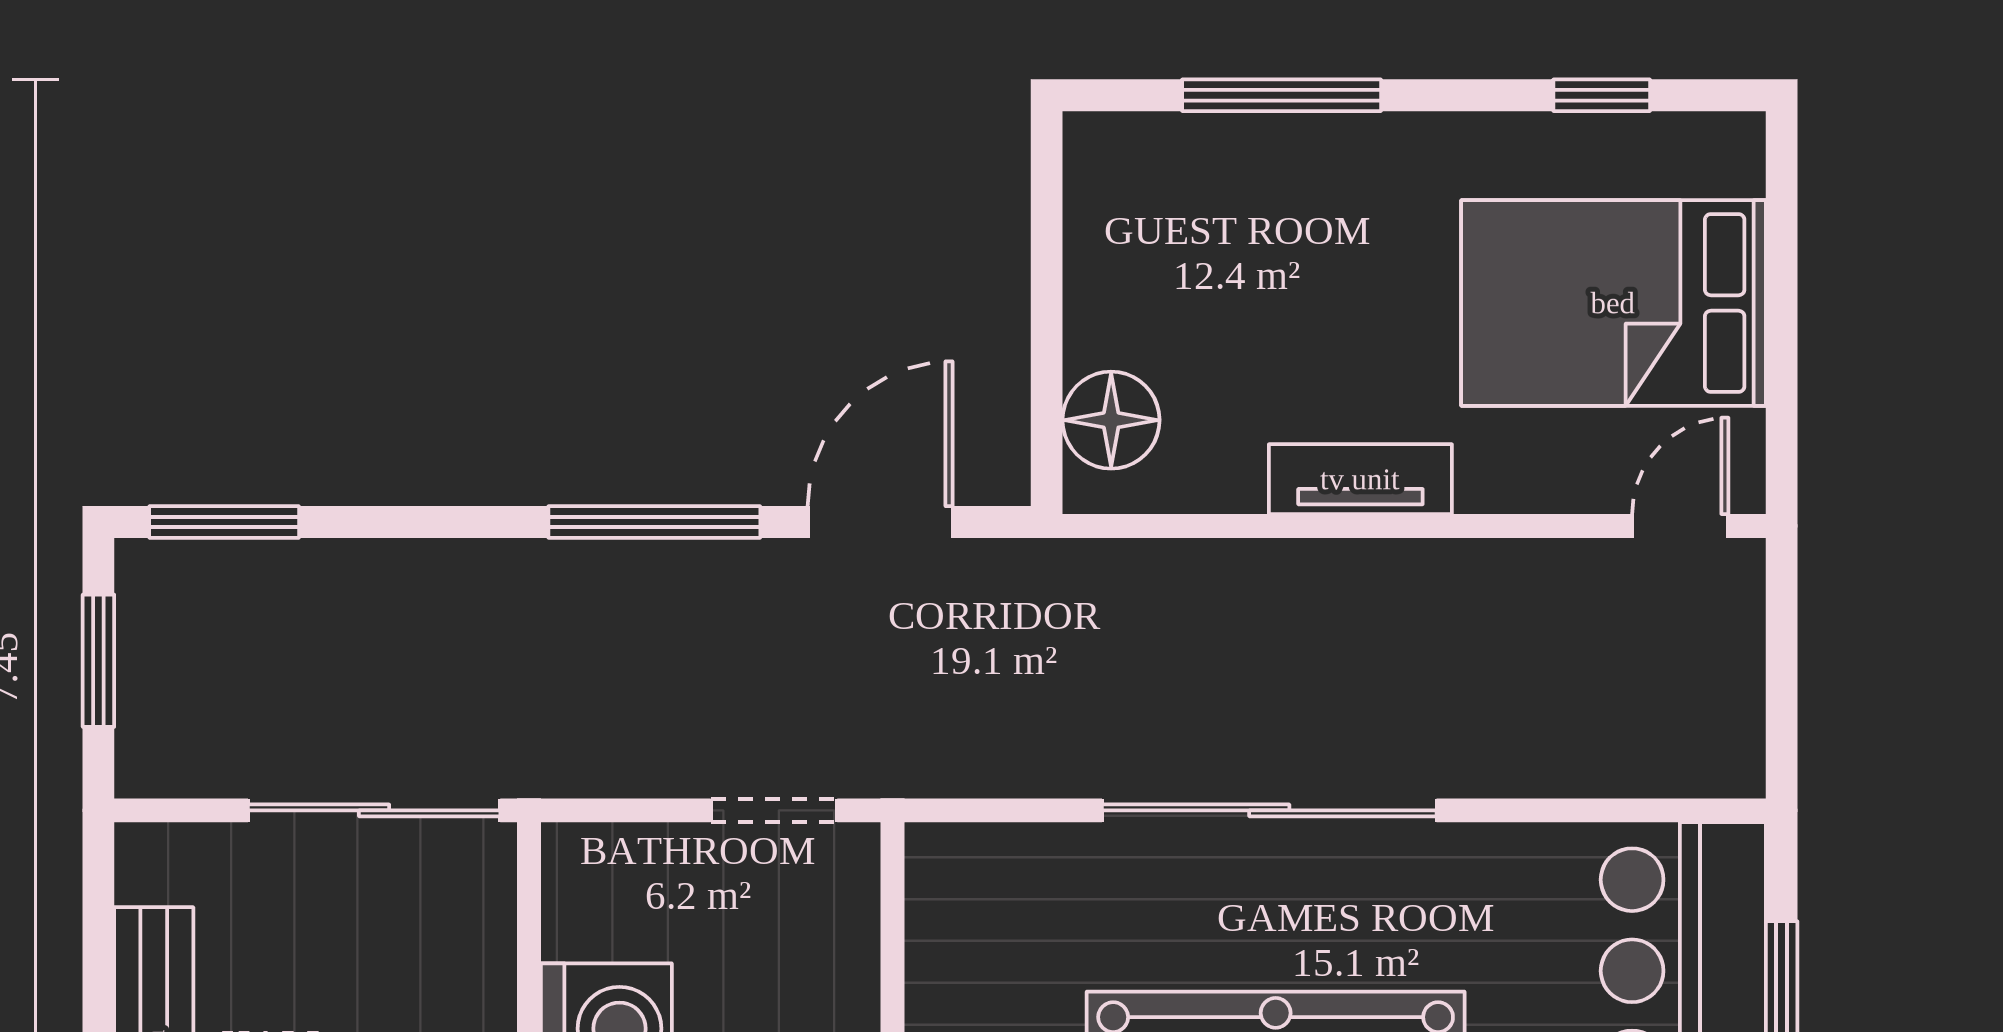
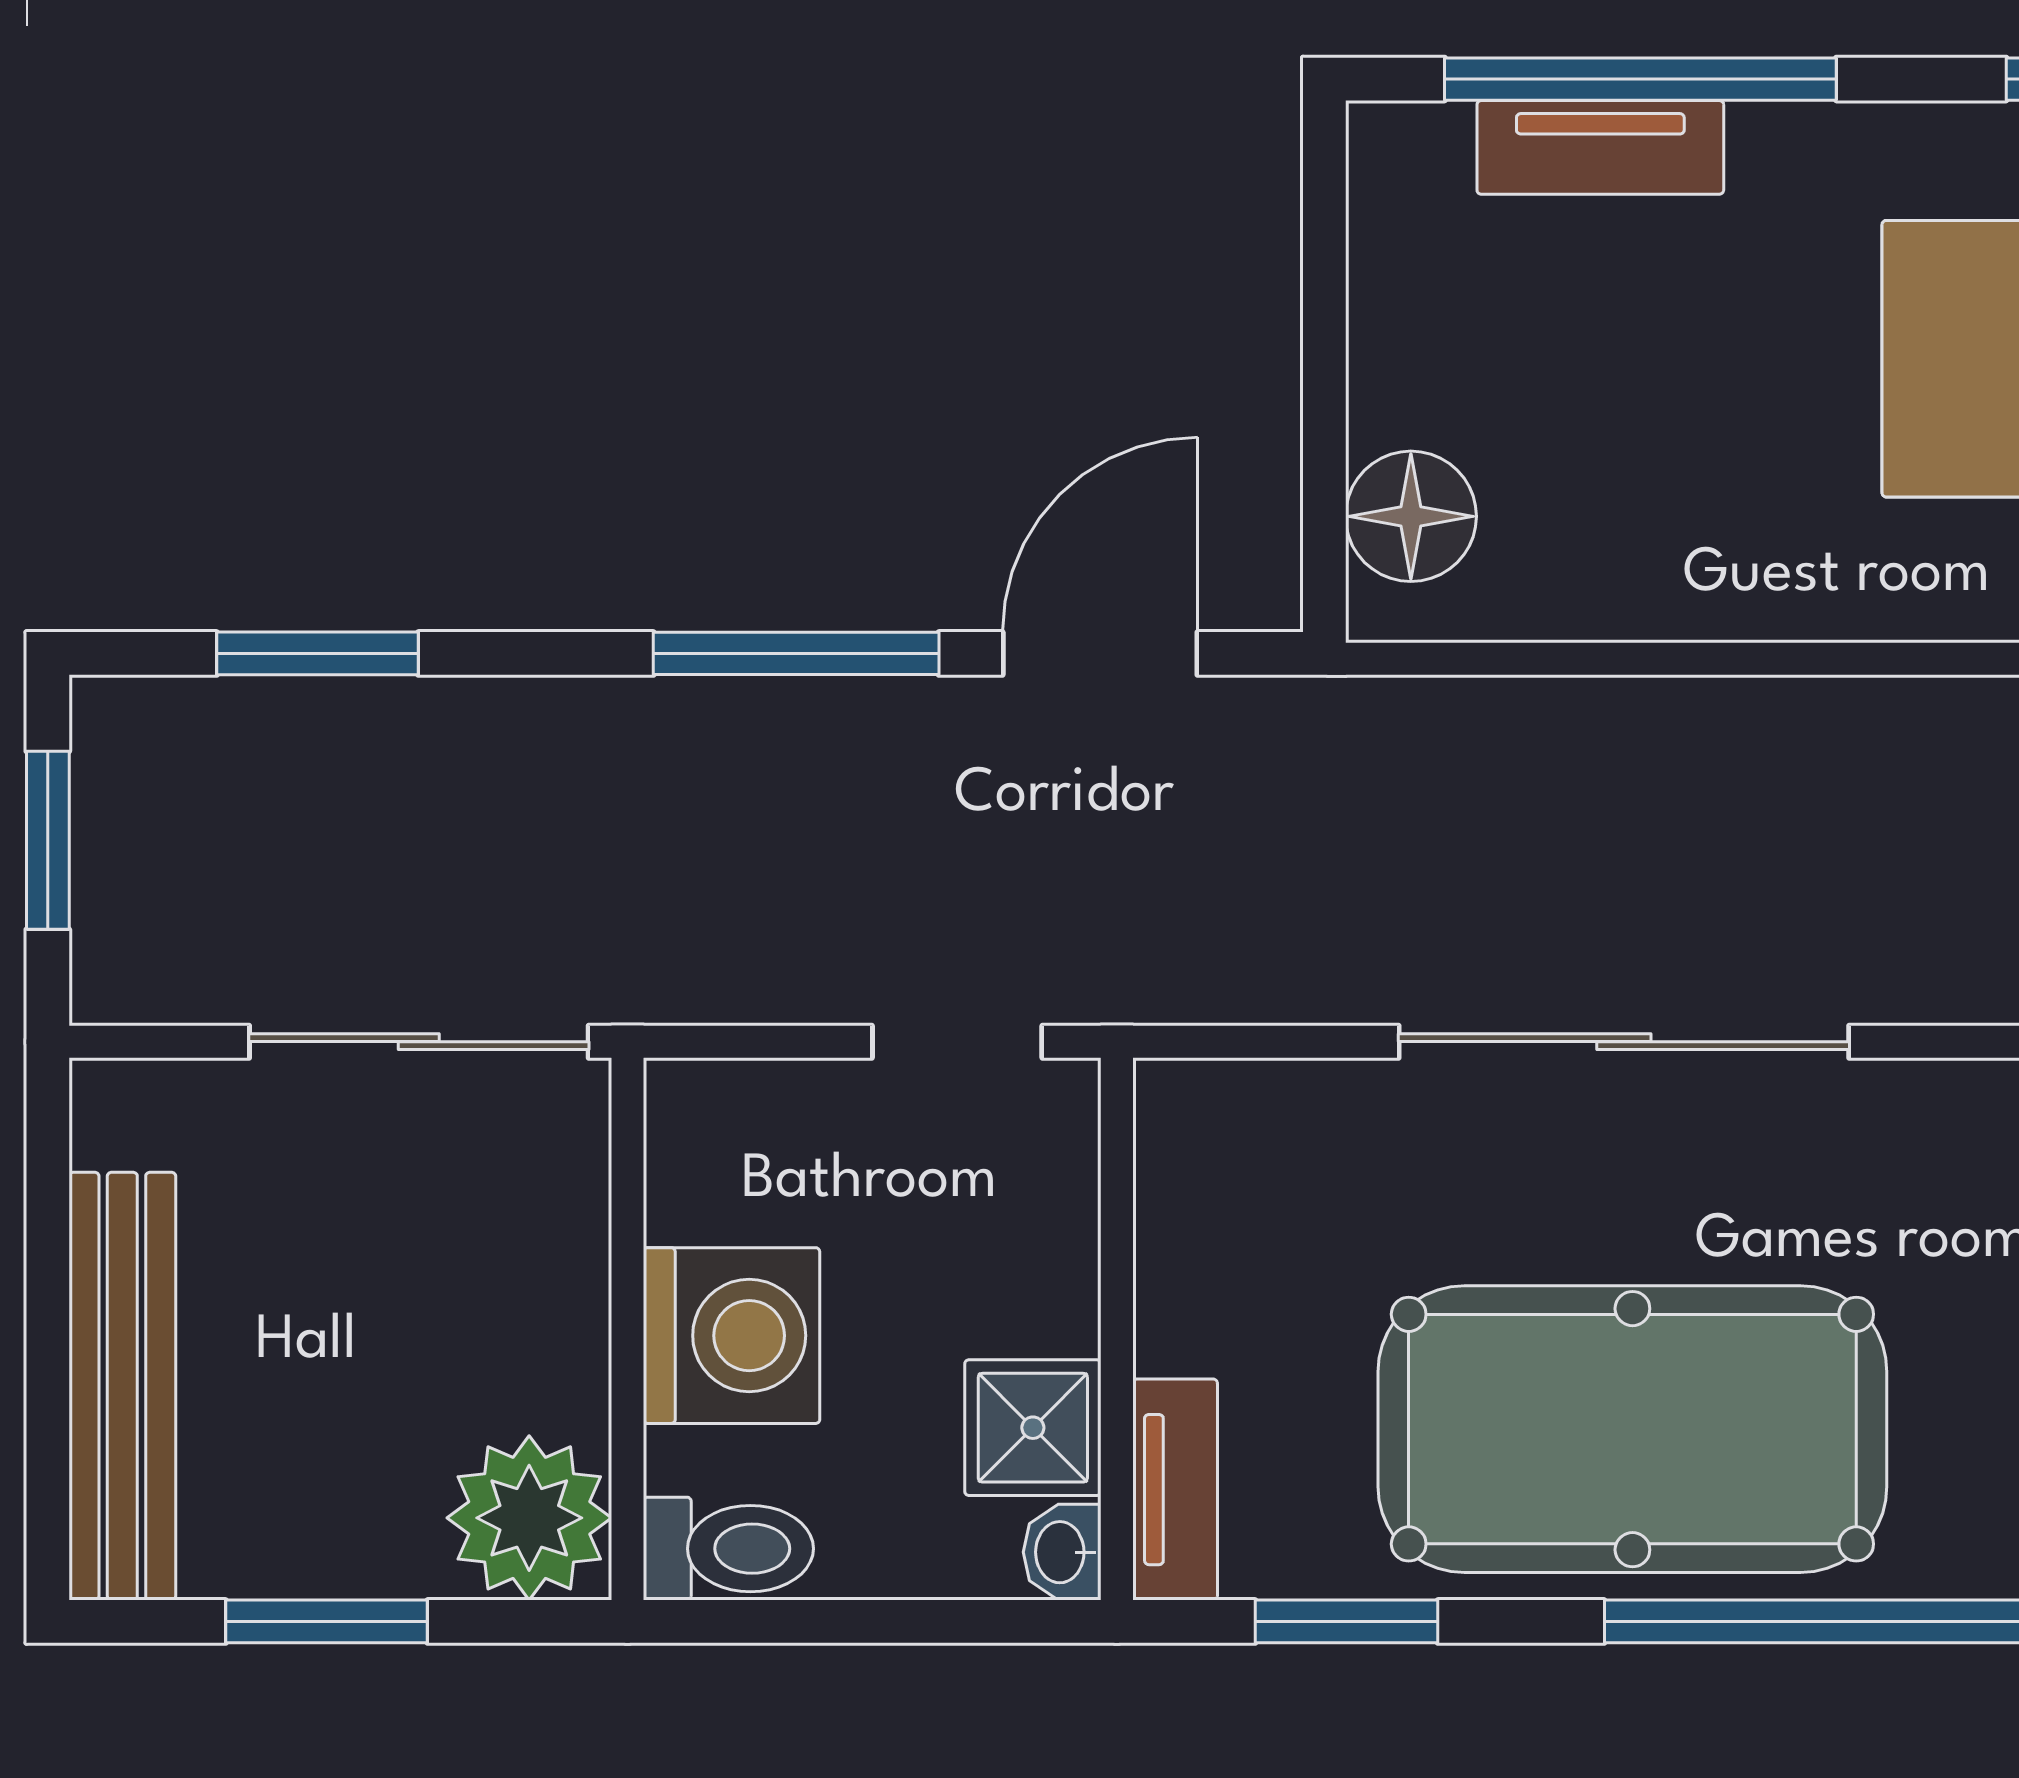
window: (1282, 95) -> (1640, 79), width x1.46
tv unit: (1360, 479) -> (1600, 147), moved, turned 180
window: (224, 522) -> (317, 653), moved

